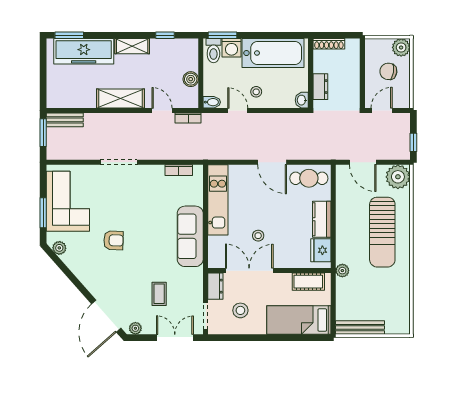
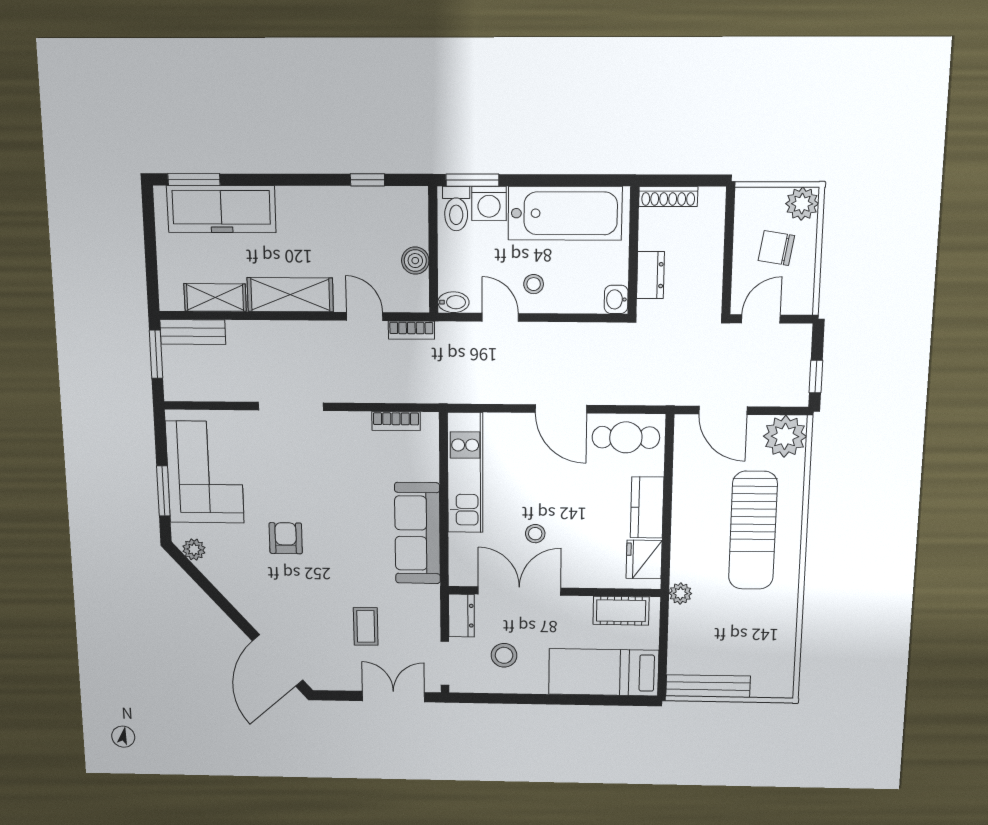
shelving: (132, 46) -> (215, 297), moved
armchair: (113, 240) -> (286, 538), turned -92
plant: (135, 328) -> (327, 681), removed

